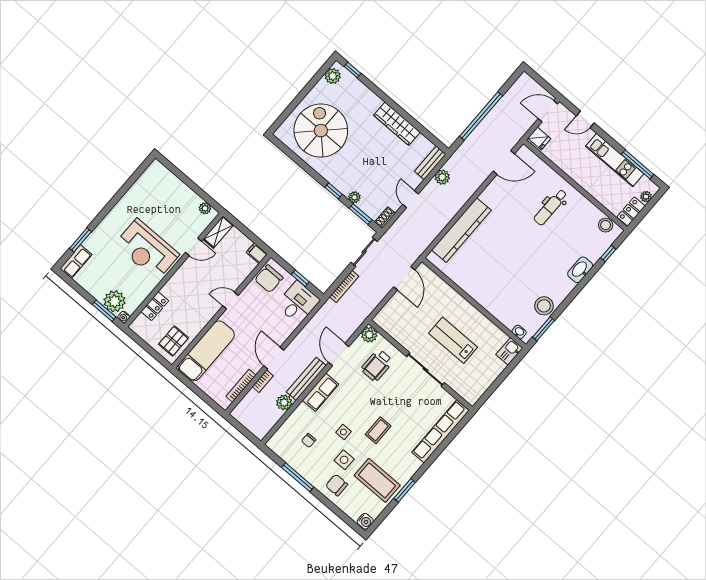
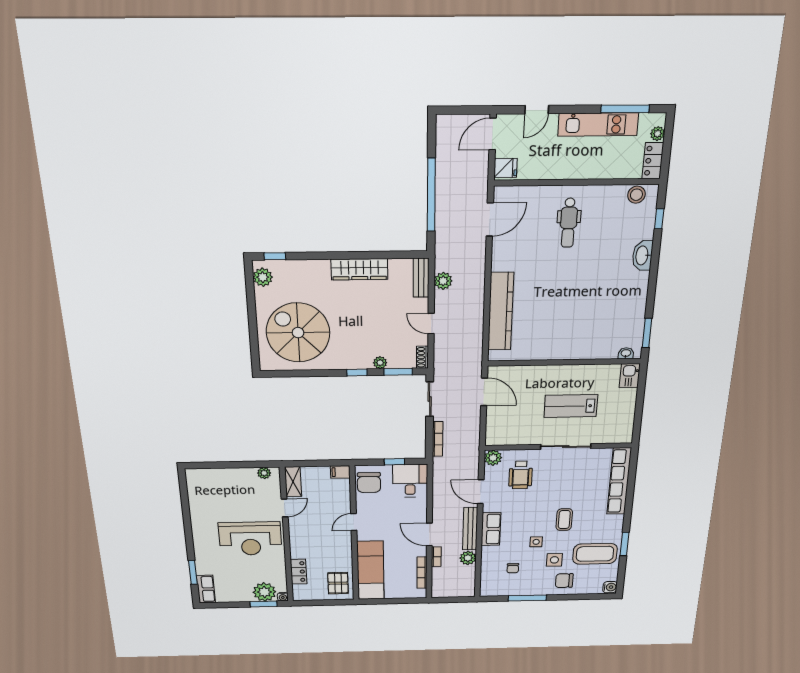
stool: (544, 306) -> (632, 314), removed

